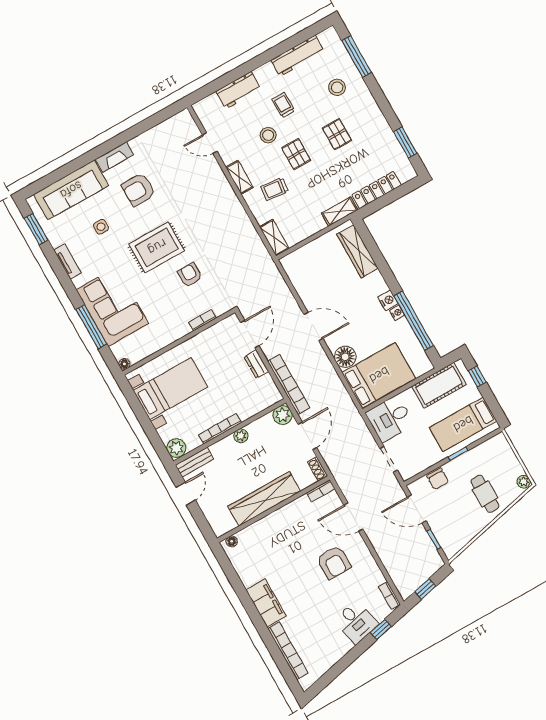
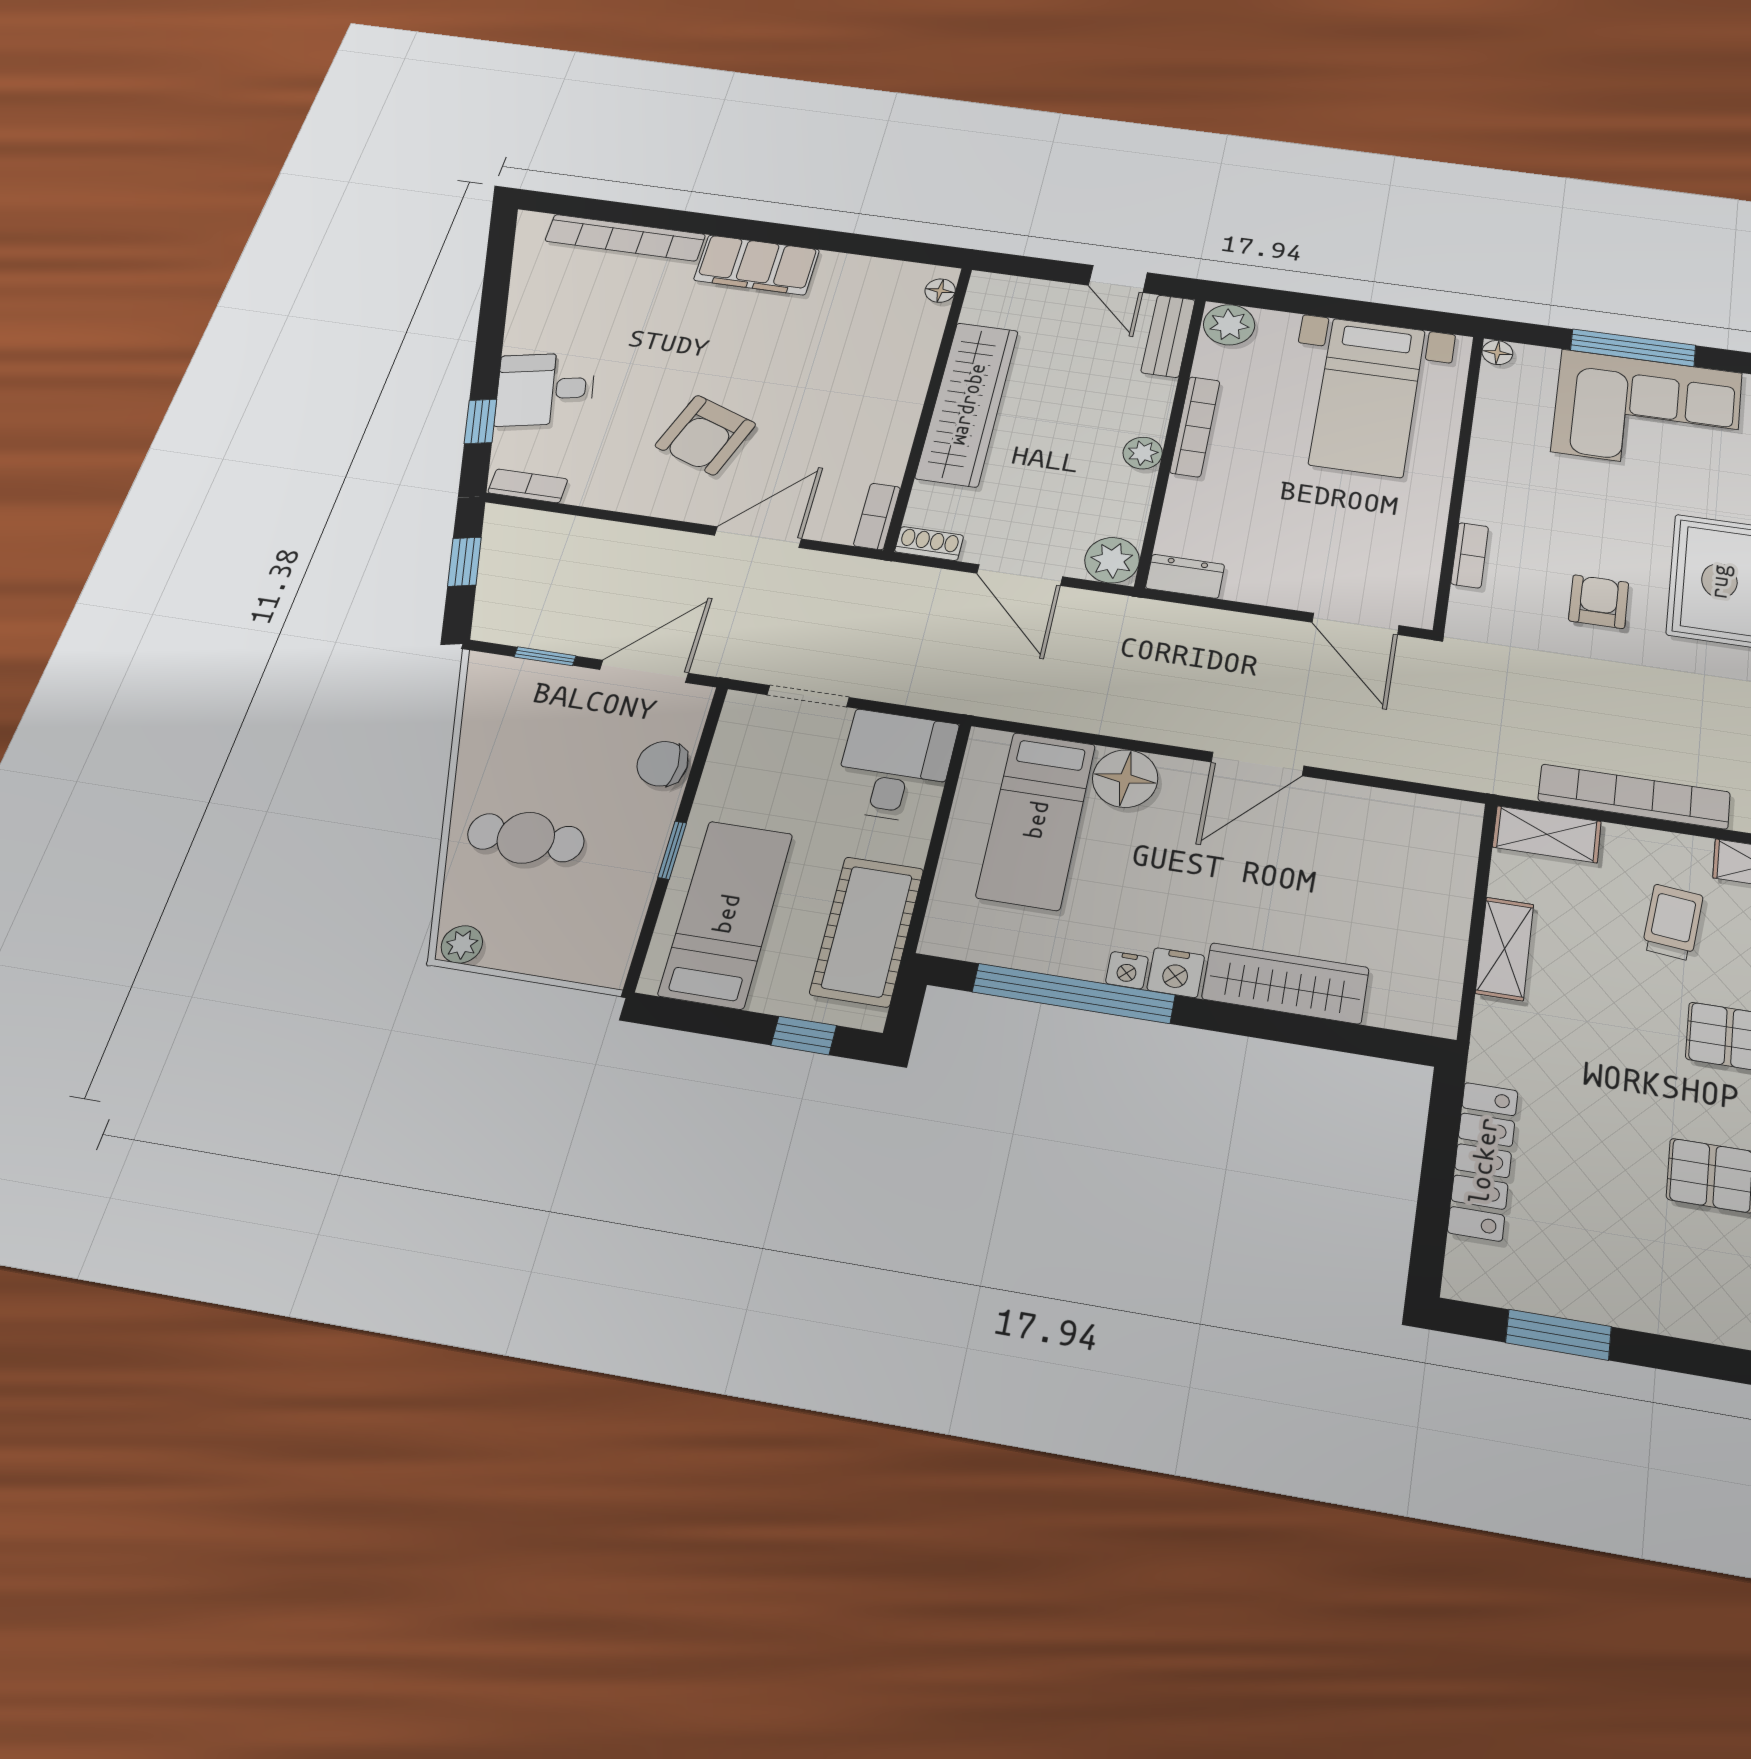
shelving: (340, 212) -> (1505, 949), moved
wardrobe: (357, 251) -> (1285, 983), moved
armchair: (190, 275) -> (1599, 602), turned -90
dresser: (256, 364) -> (1185, 576), moved
bed: (379, 375) -> (1036, 820), width x0.67
bookcase: (289, 385) -> (1634, 796), moved, turned 180
armchair: (334, 562) -> (705, 435), turned -70

